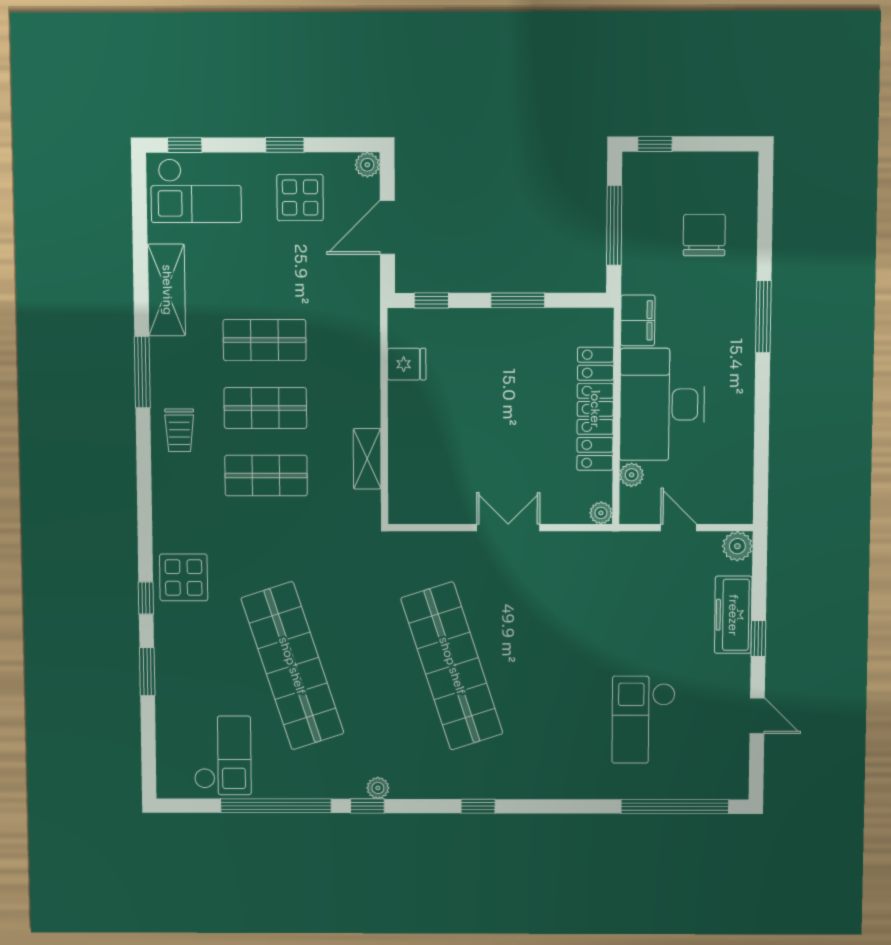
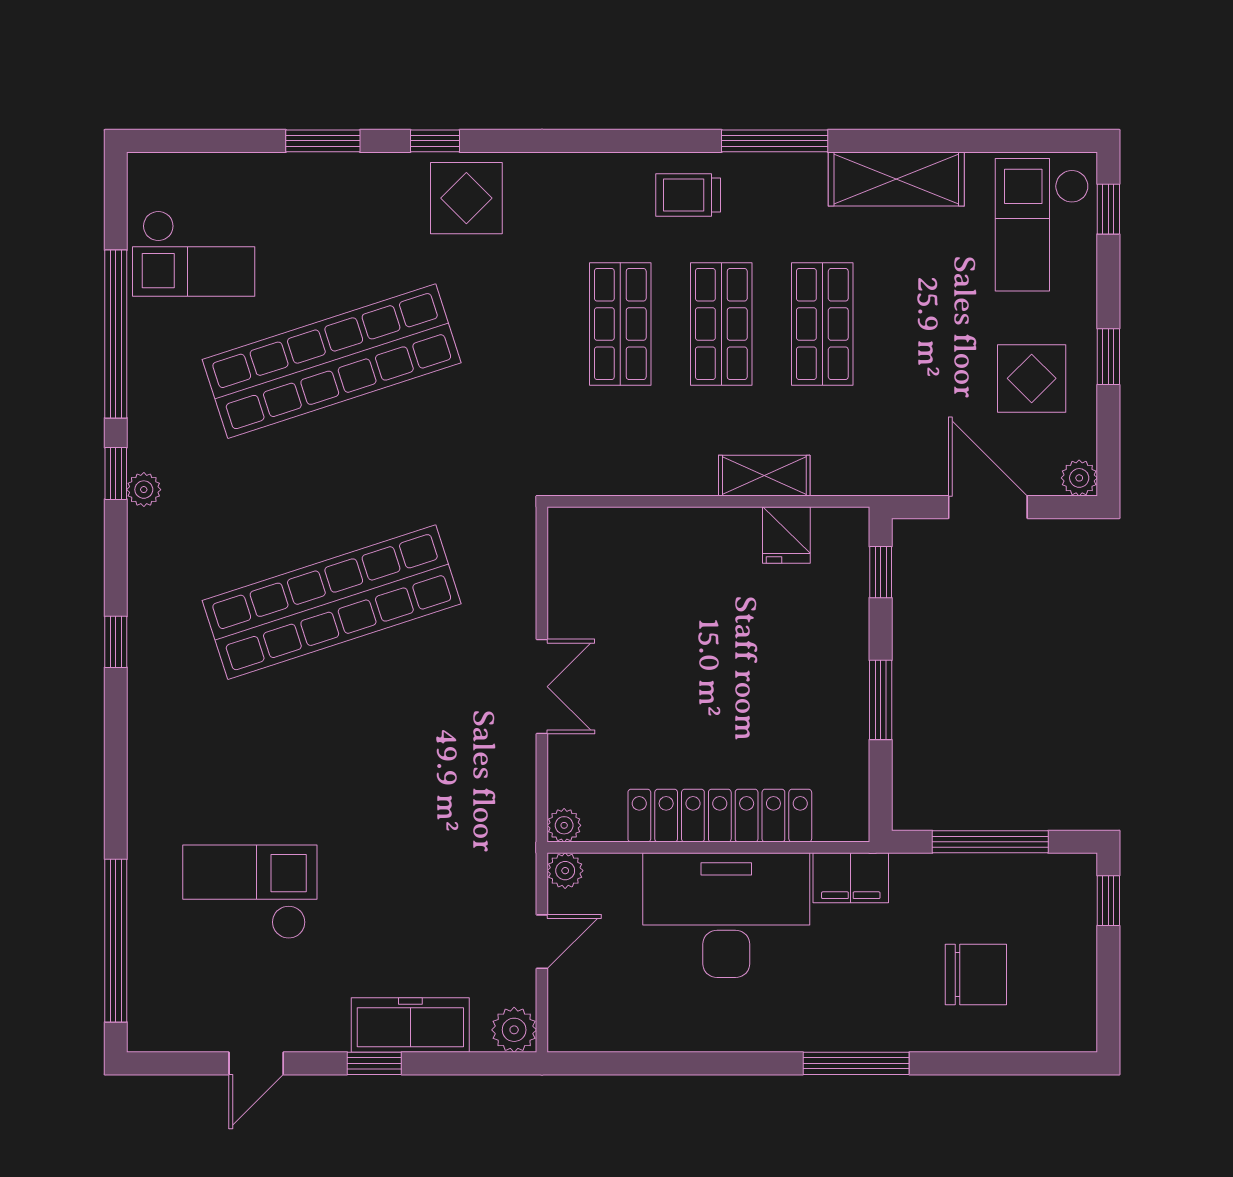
shelving: (367, 459) -> (764, 476), moved
plant: (632, 475) -> (565, 871), moved

